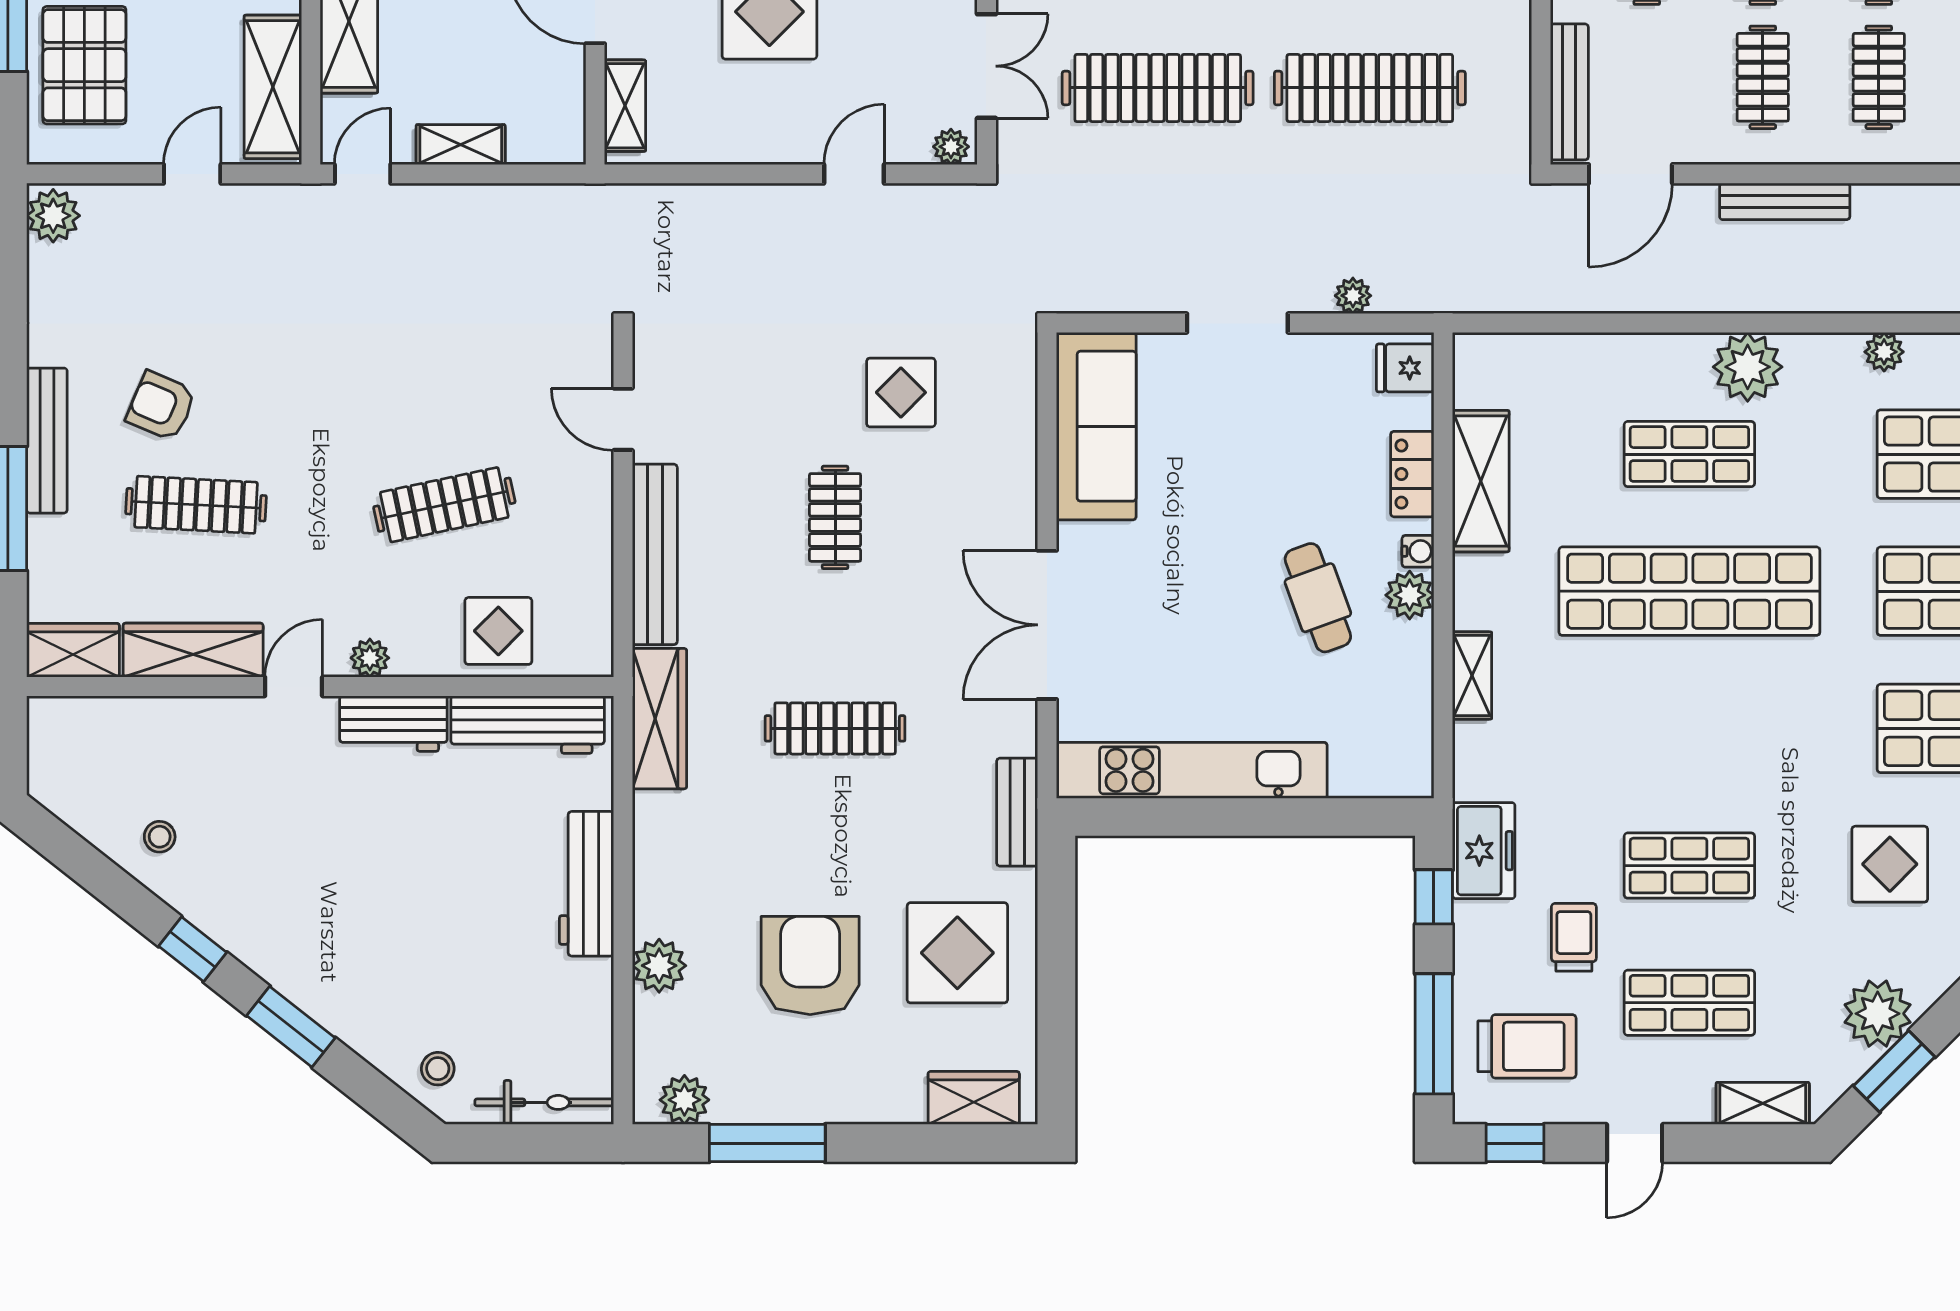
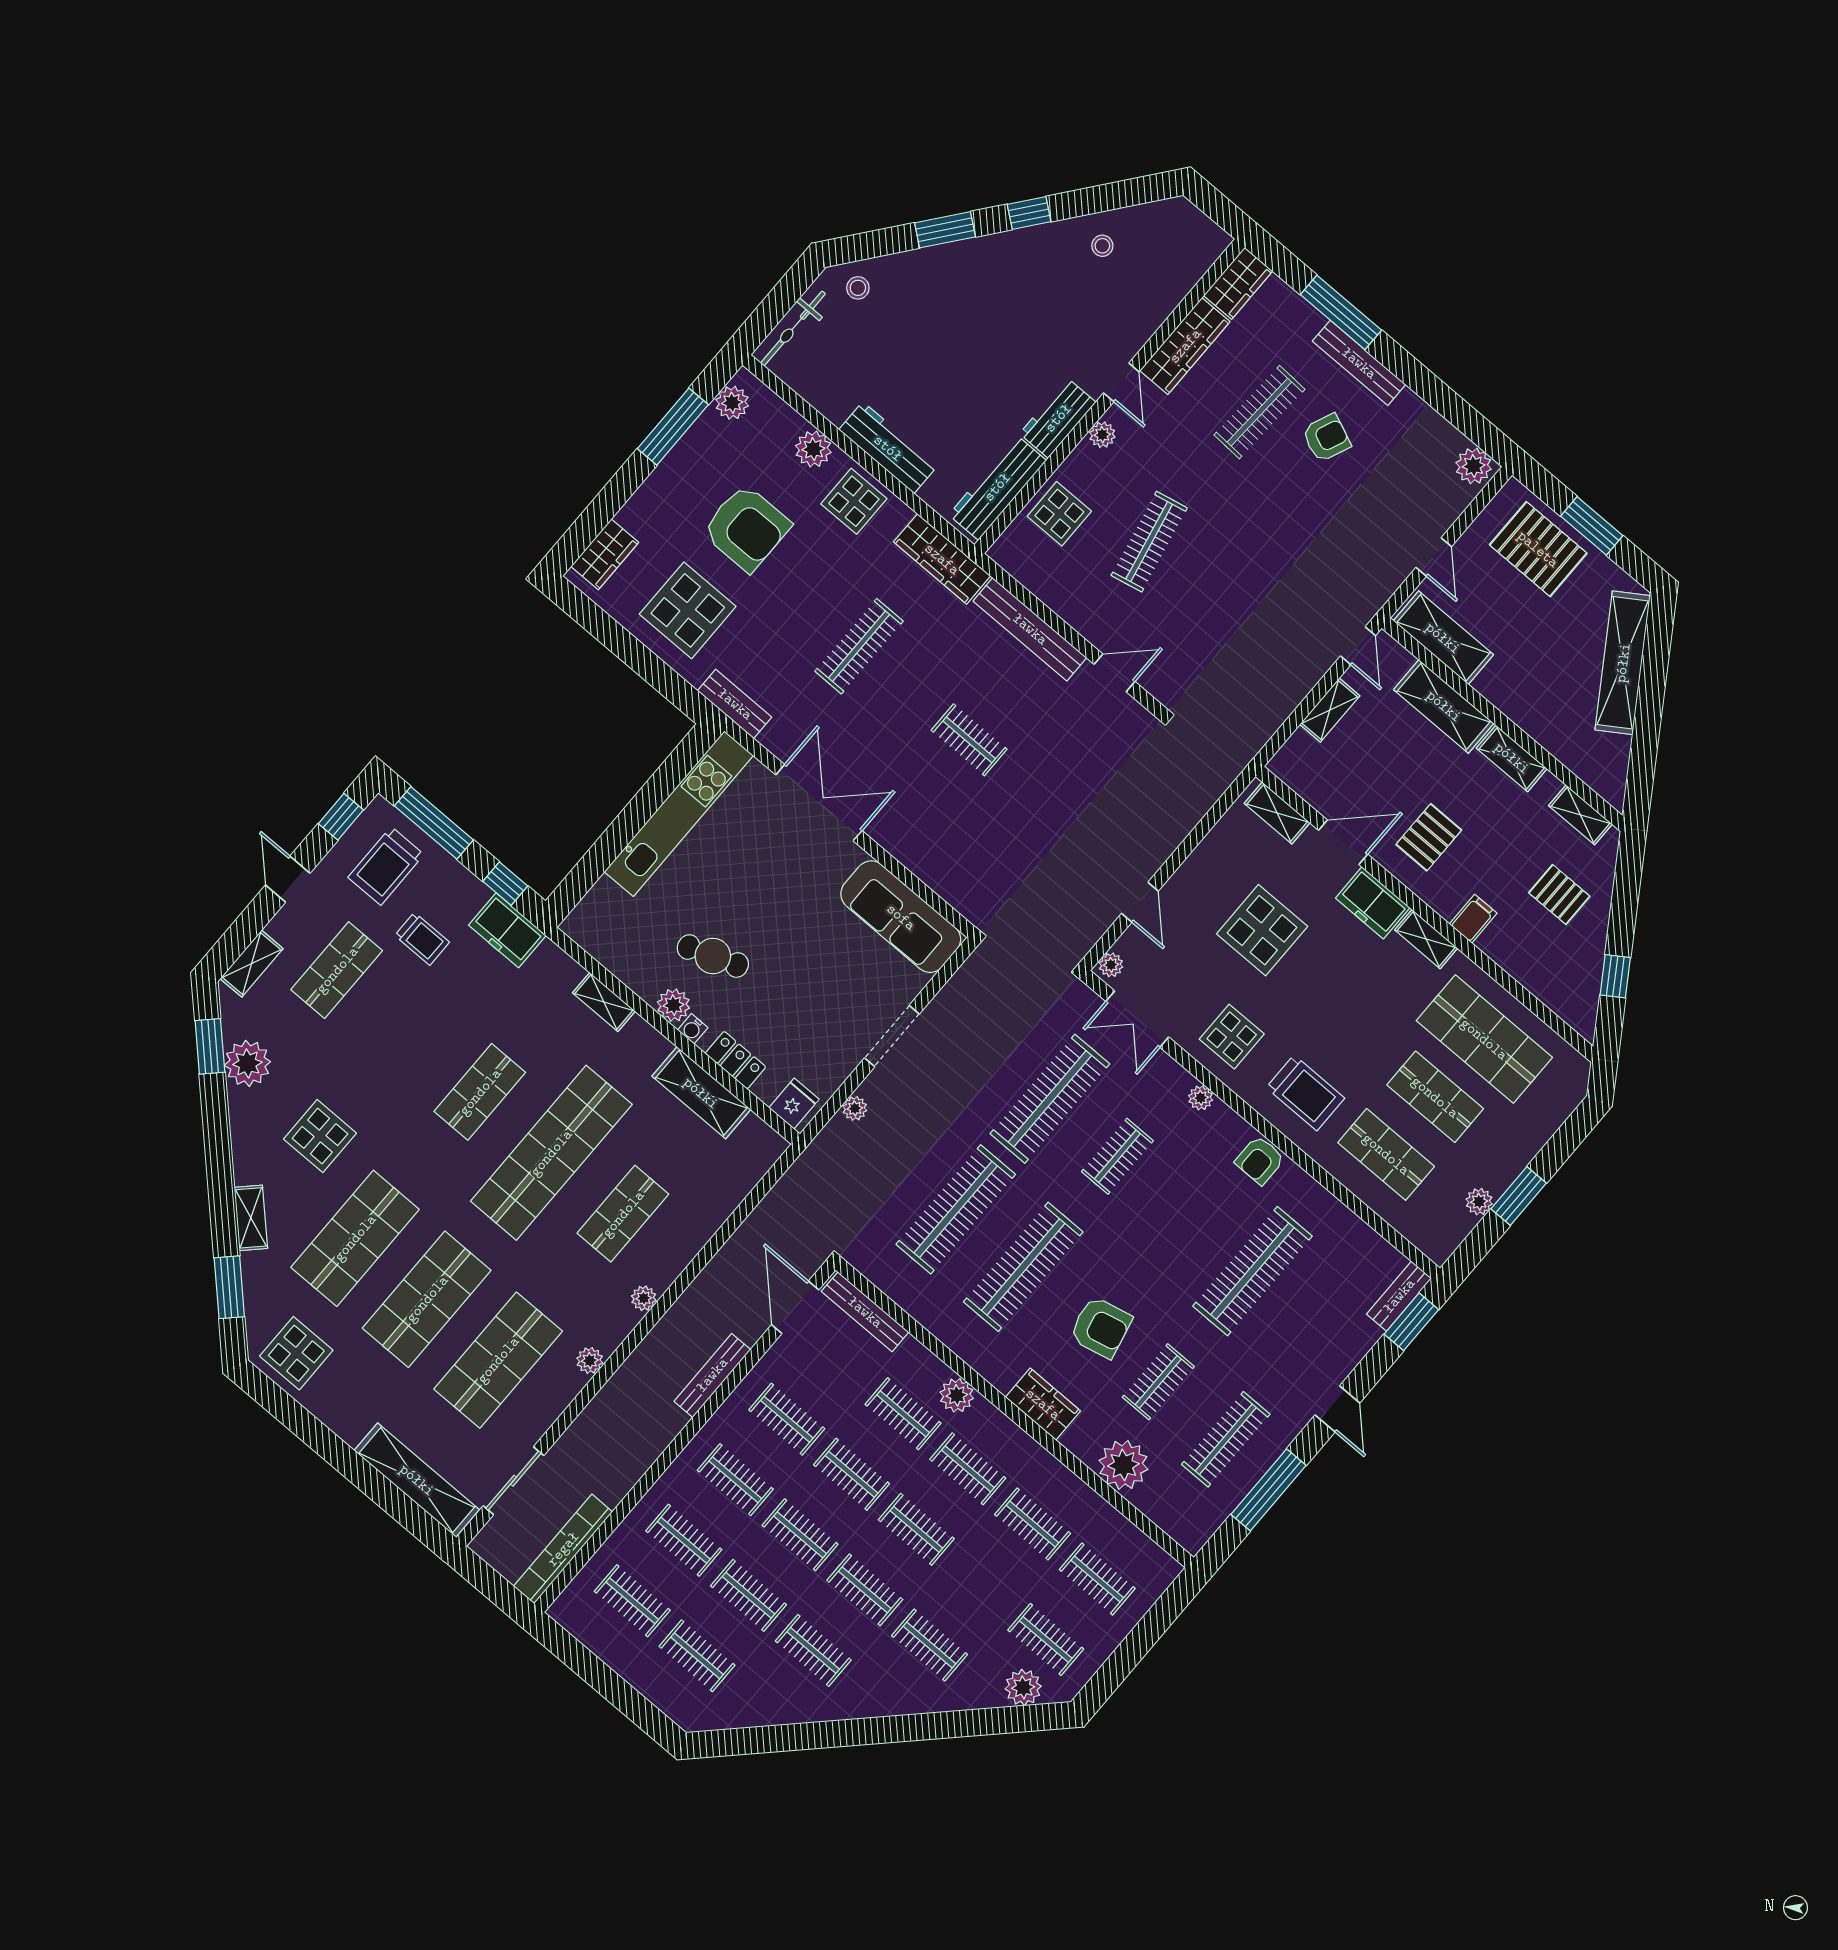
plant: (1748, 367) -> (644, 1298), width x0.53, depth x0.53
display table: (901, 392) -> (854, 501), moved
shop shelf: (1689, 866) -> (480, 1092), moved

